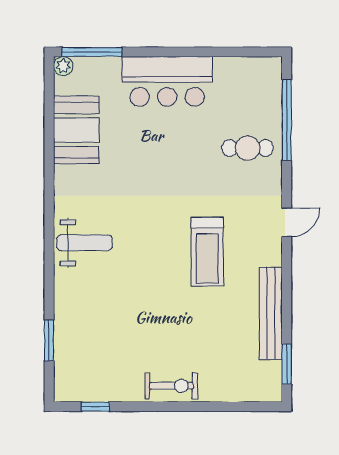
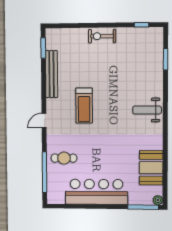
bar counter: (167, 81) -> (96, 192), width x1.36
treadmill: (207, 252) -> (84, 106), turned 180

